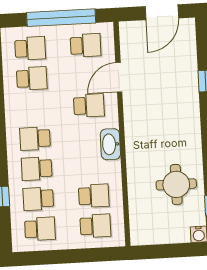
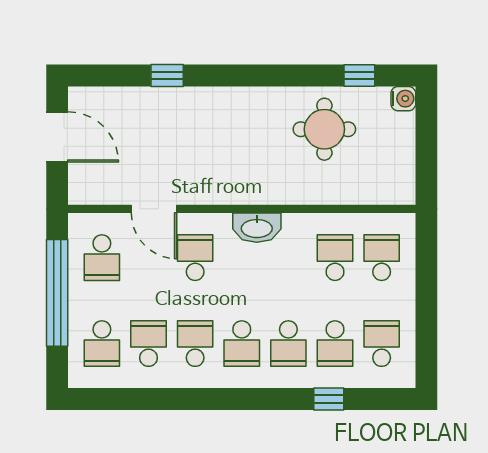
school desk: (86, 45) -> (102, 258), turned 180
school desk: (30, 48) -> (102, 344), turned 180
school desk: (33, 109) -> (195, 344), added

